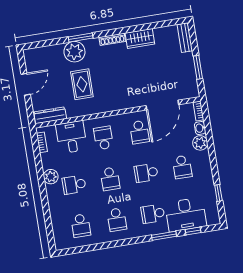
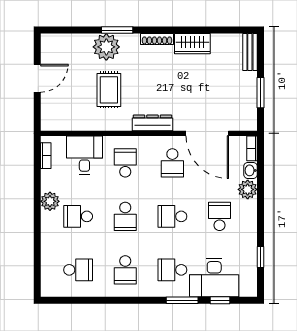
door: (162, 105) -> (207, 133), hinge flipped
dresser: (50, 115) -> (152, 123), moved
school desk: (182, 167) -> (220, 216), turned 180
school desk: (81, 226) -> (78, 270), turned -90

